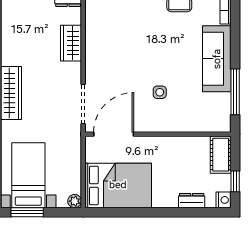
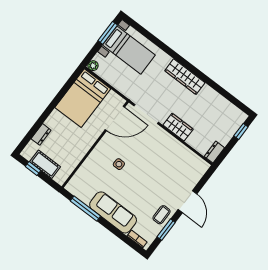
wardrobe: (71, 43) -> (178, 127), moved
door: (114, 134) -> (115, 118), hinge flipped
cot: (221, 155) -> (45, 164), moved
nightstand: (223, 200) -> (27, 153), removed

